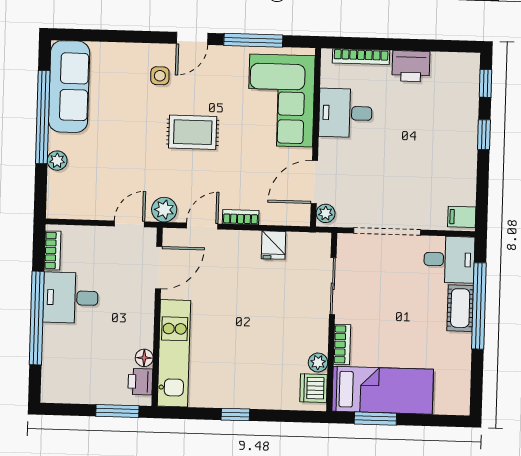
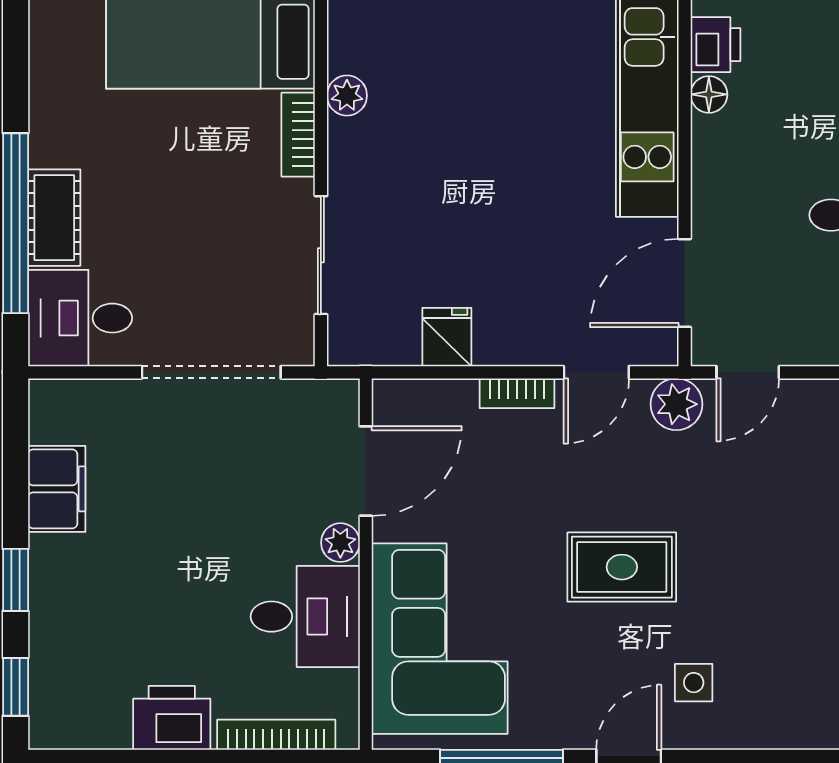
plant: (326, 213) -> (340, 543), moved
filing cabinet: (462, 217) -> (57, 489), moved, width x2.00
dishwasher: (314, 388) -> (355, 42), removed

